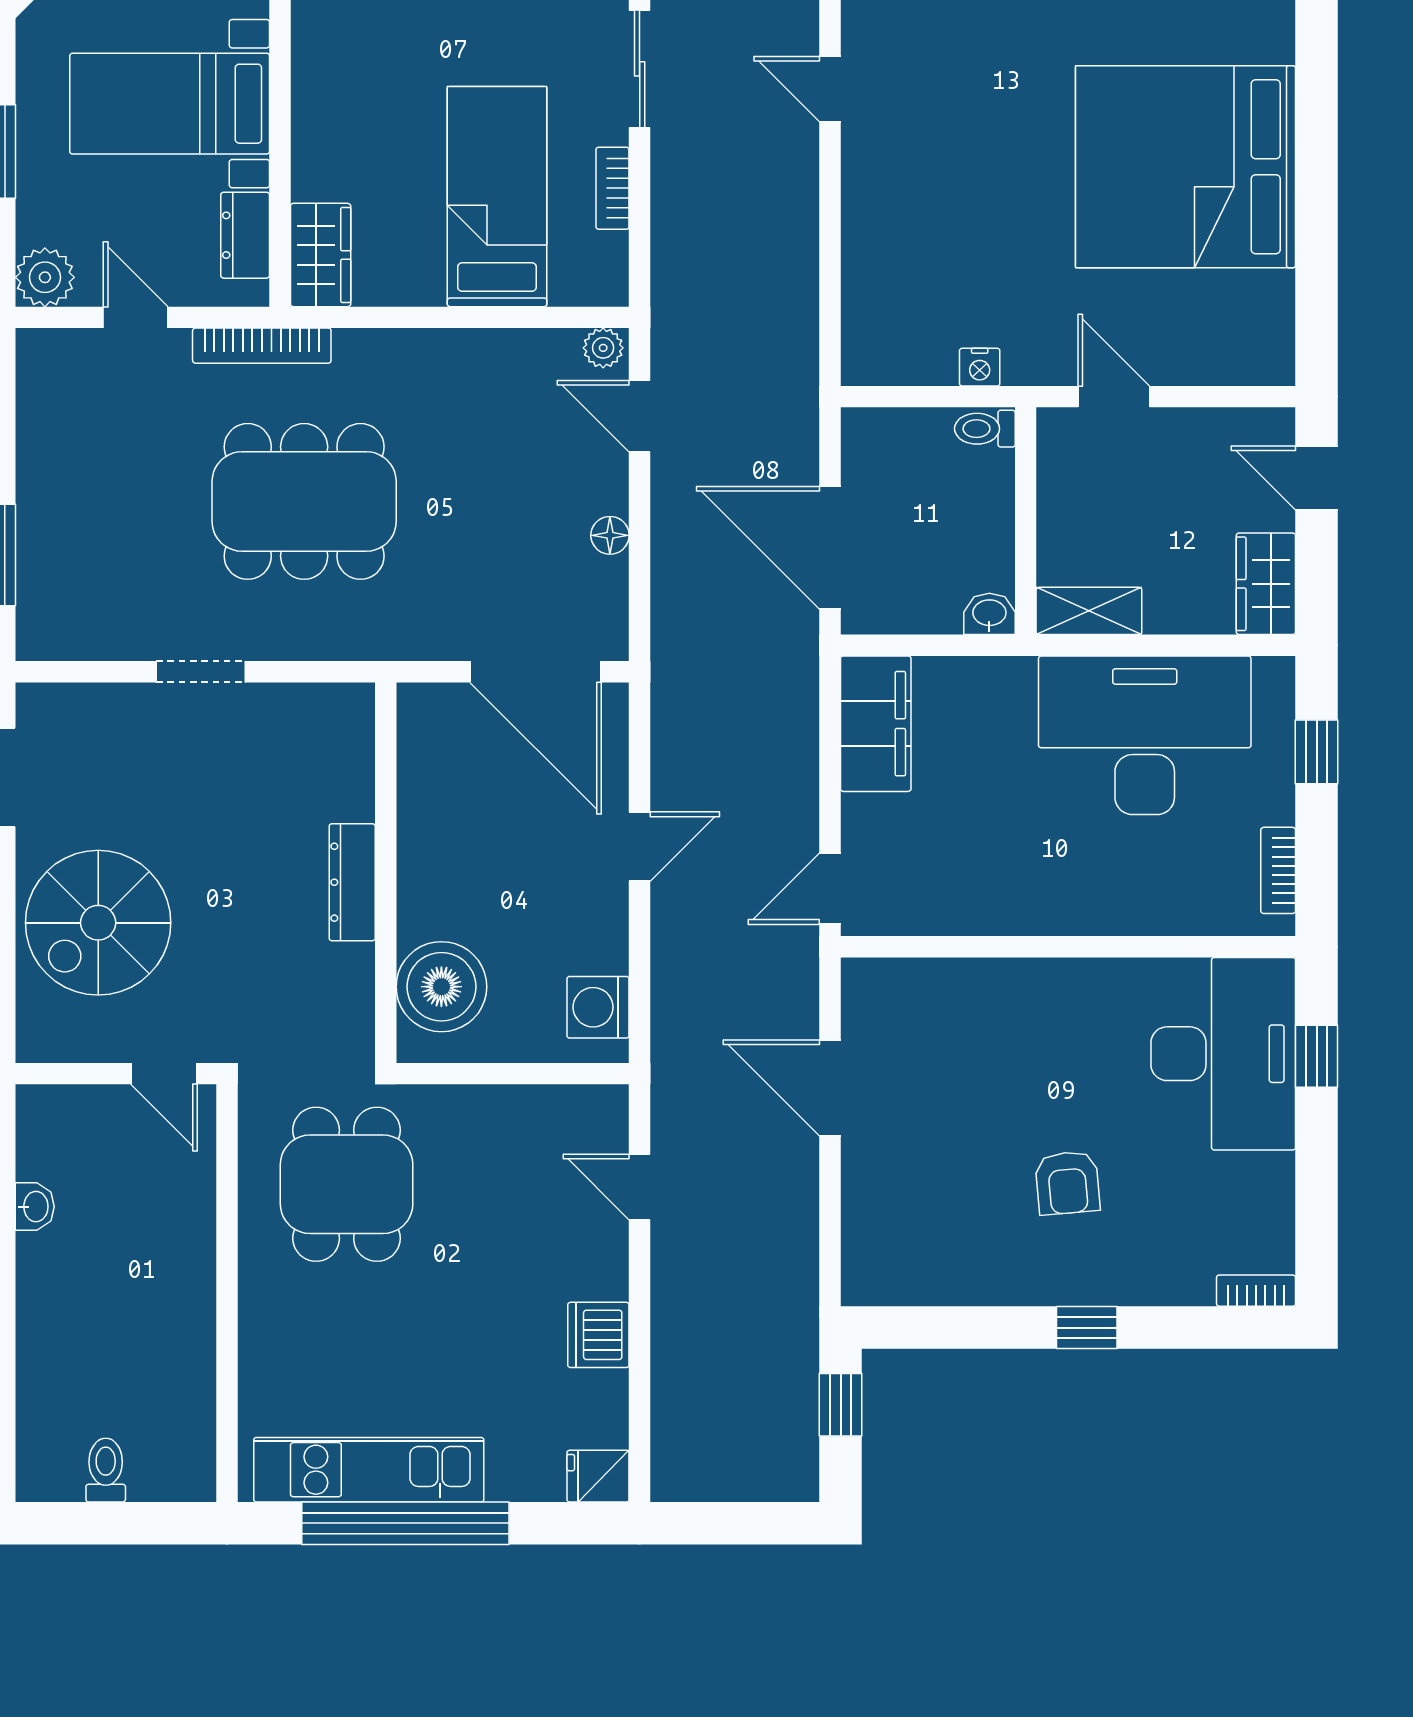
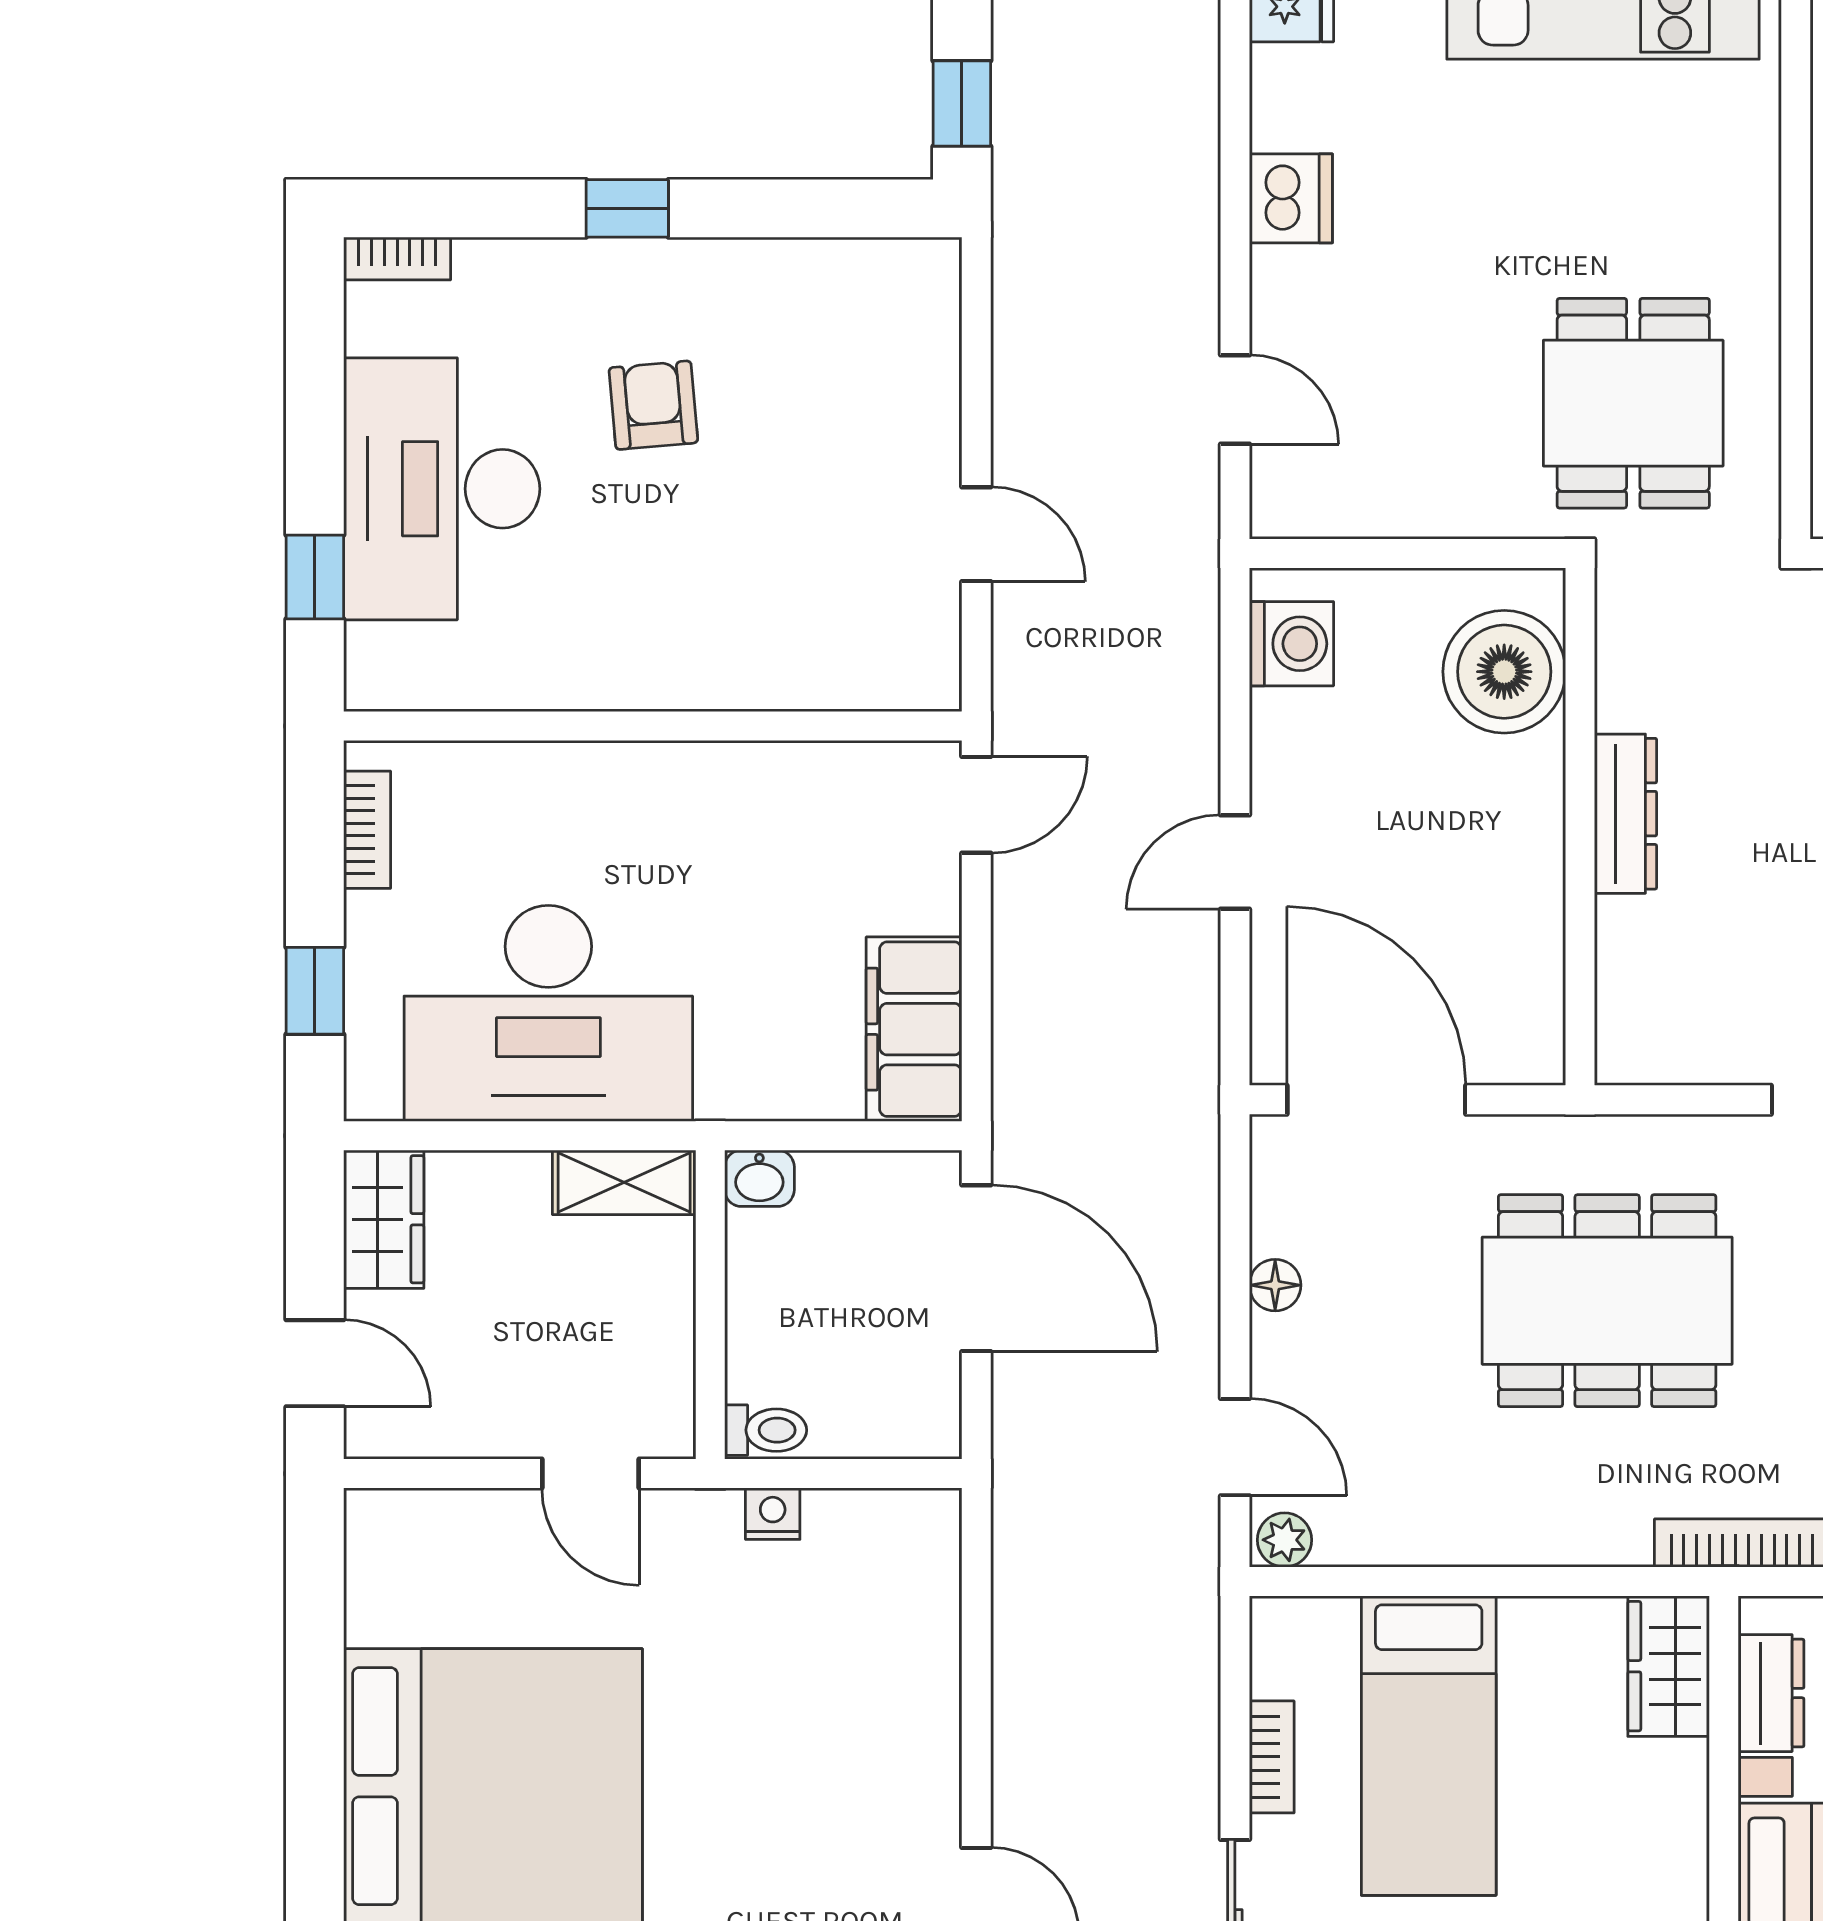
dining table: (304, 501) -> (1607, 1301), moved
desk: (1223, 1054) -> (442, 489), moved
door: (830, 1088) -> (976, 534), width x0.73

